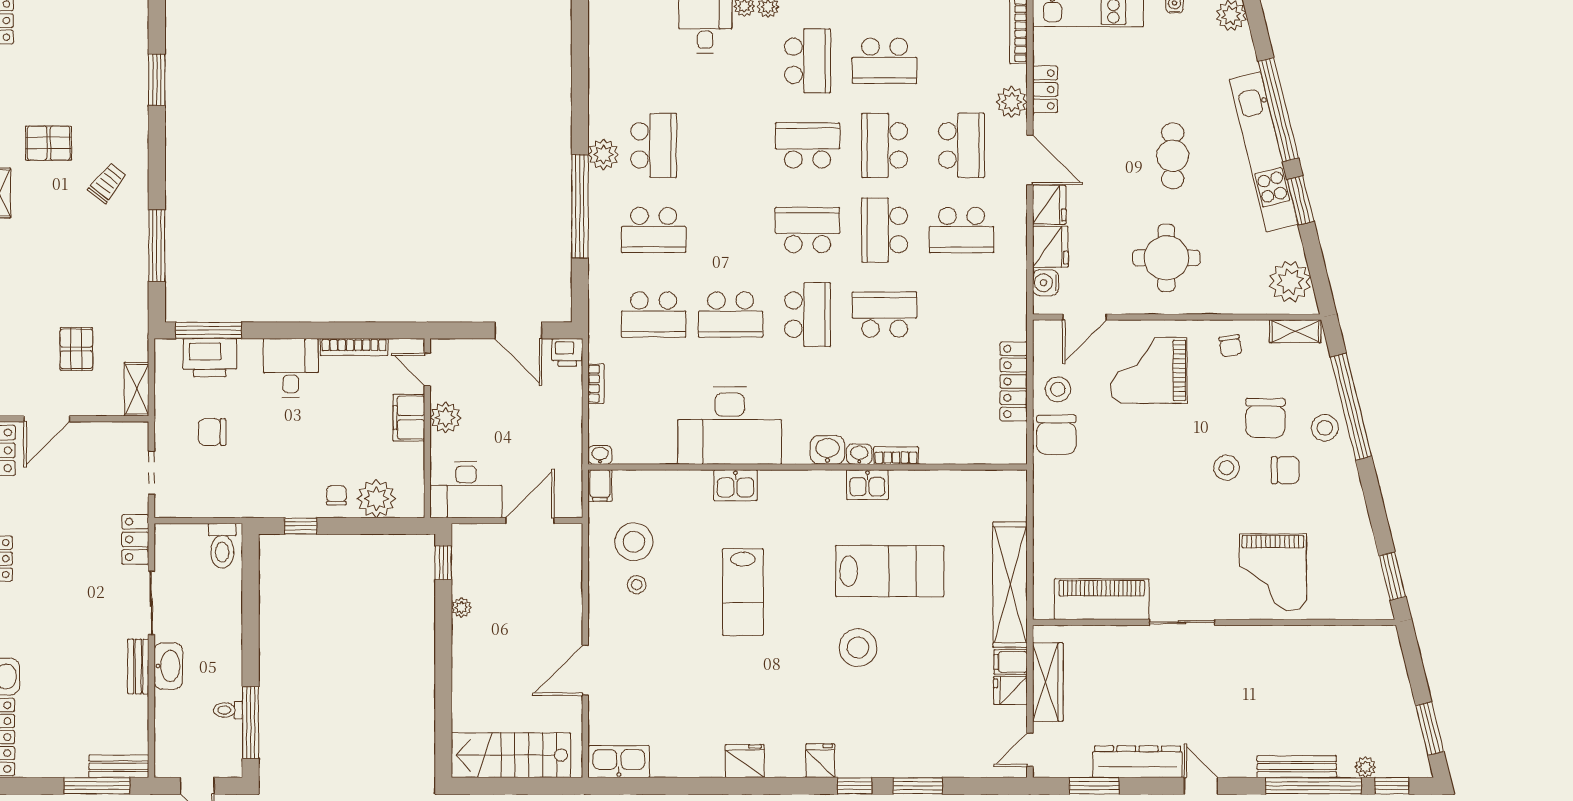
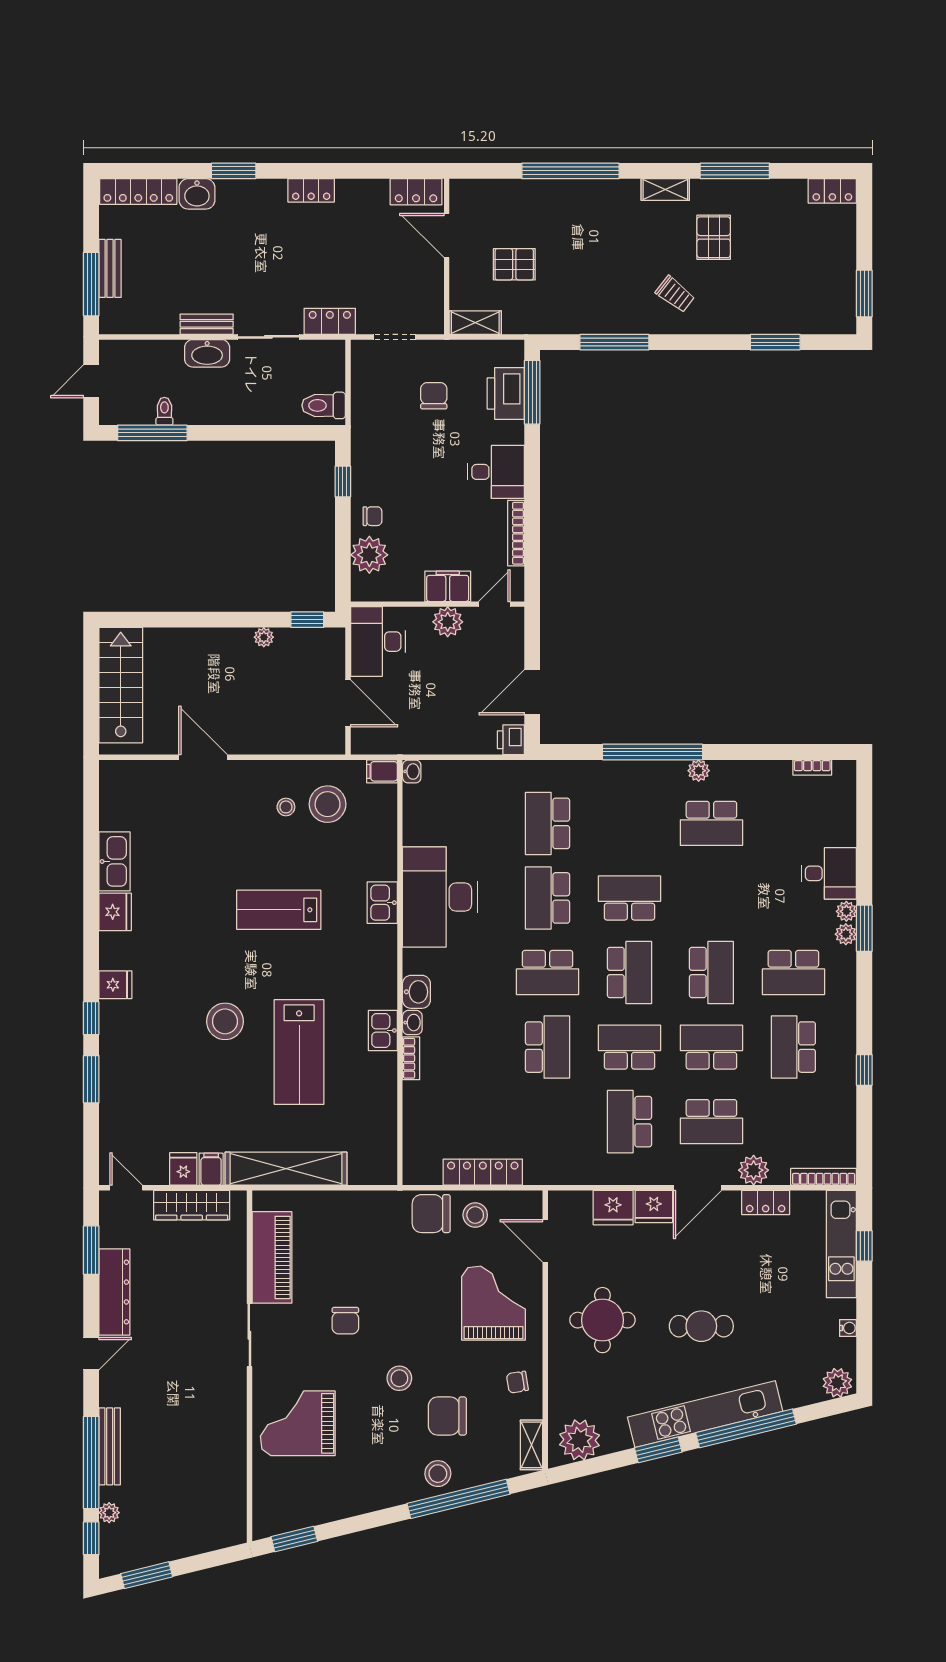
plant: (603, 154) -> (699, 771), width x0.73, depth x0.73
school desk: (654, 230) -> (629, 898), moved, turned 90
water cooler: (1046, 283) -> (578, 1203), removed
bookcase: (596, 384) -> (812, 768), moved
chair: (1285, 470) -> (345, 1321), moved
kitchen sink: (619, 762) -> (115, 861), moved
bench: (119, 766) -> (110, 268), moved

